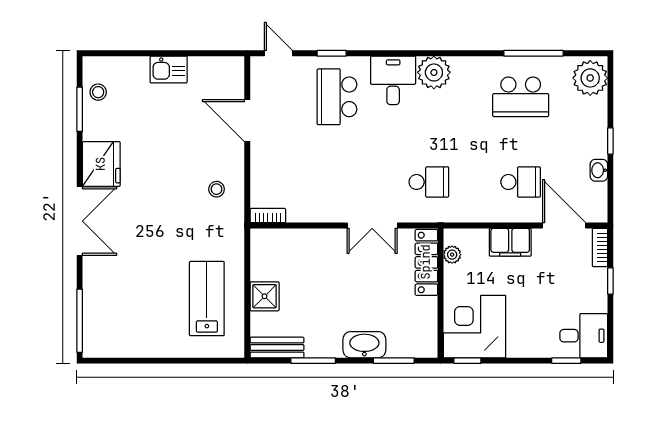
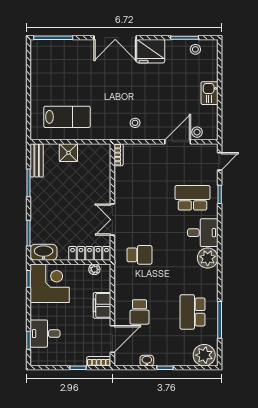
stool: (231, 90) -> (197, 132), added
school desk: (429, 182) -> (140, 255), turned -90
desk: (584, 336) -> (45, 334), moved, turned 90
washbasin: (364, 345) -> (44, 252), moved, turned -90

